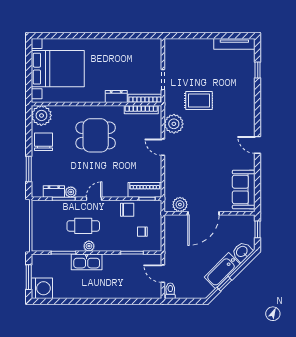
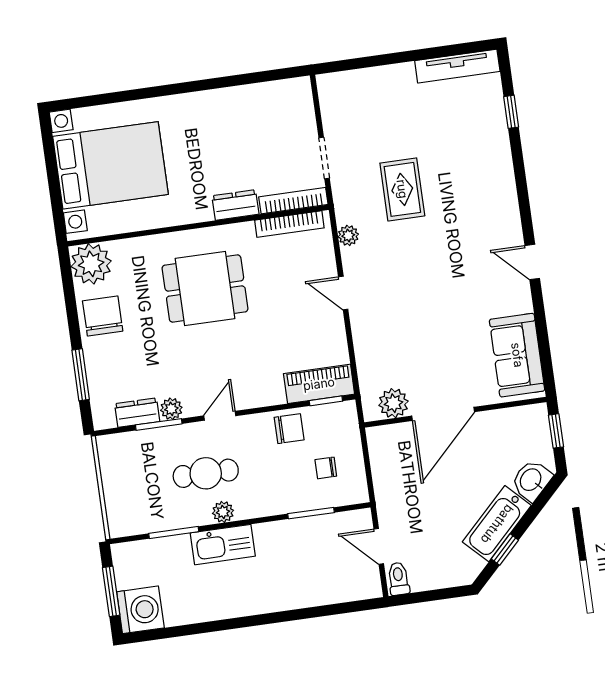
rug: (199, 100) -> (402, 189), turned 90
plant: (174, 124) -> (348, 235), width x0.53, depth x0.53

